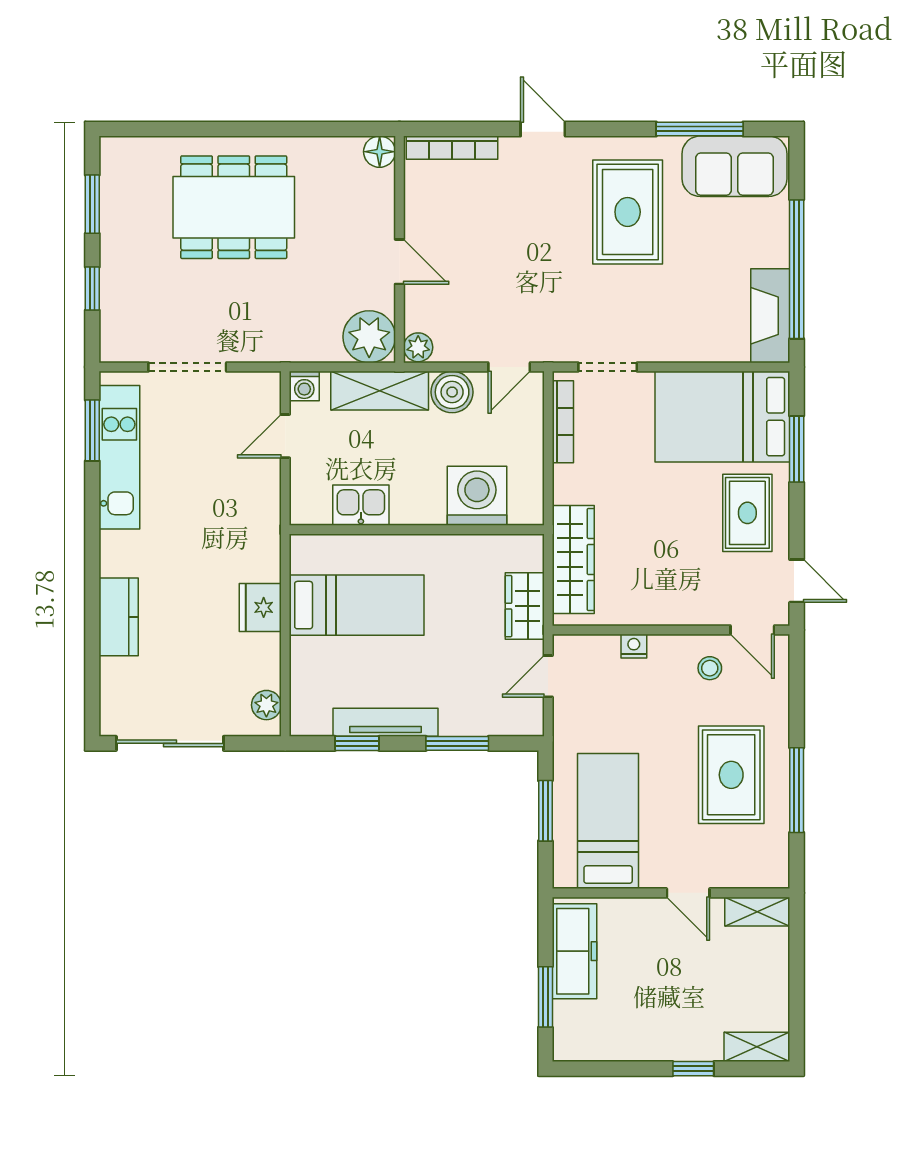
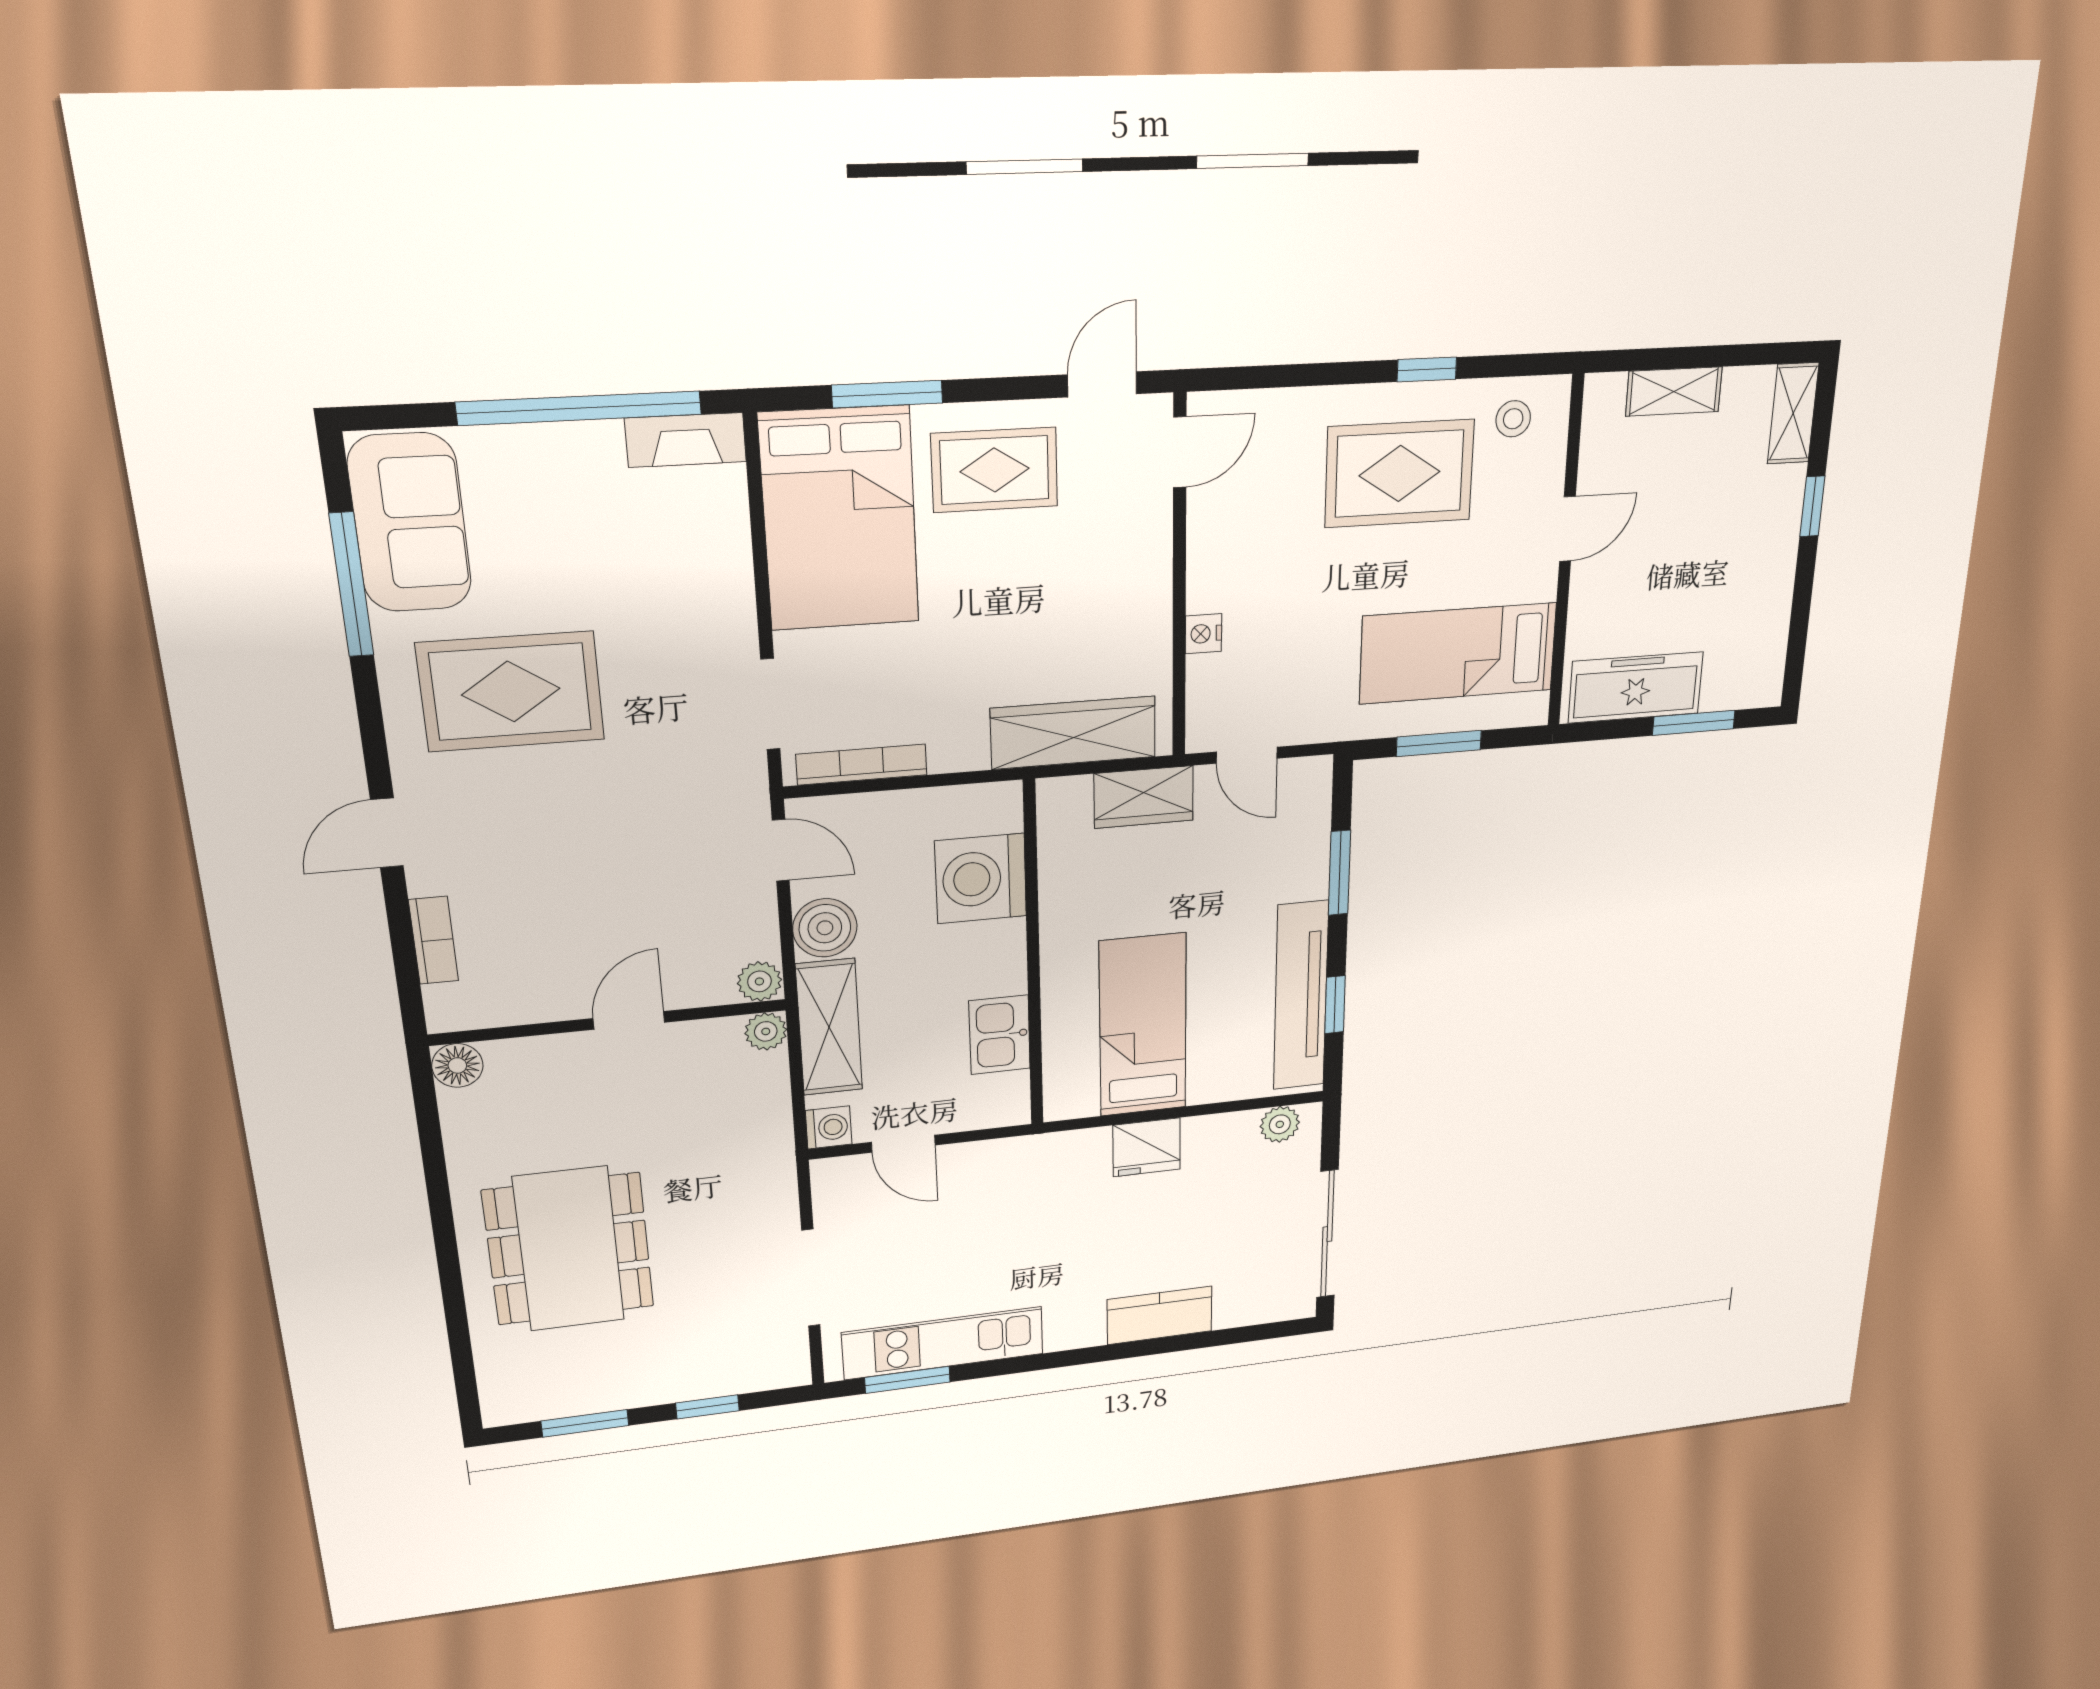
bookcase: (452, 148) -> (434, 940), width x0.64
fireplace: (770, 316) -> (686, 440), width x0.73, depth x0.76
plant: (369, 337) -> (766, 1031), width x0.53, depth x0.53
stool: (710, 668) -> (1513, 419), moved
tv unit: (386, 722) -> (1301, 996), width x1.36, depth x1.29
window: (797, 790) -> (1427, 369), width x0.46
shelving: (757, 912) -> (1674, 392), moved, turned 90

